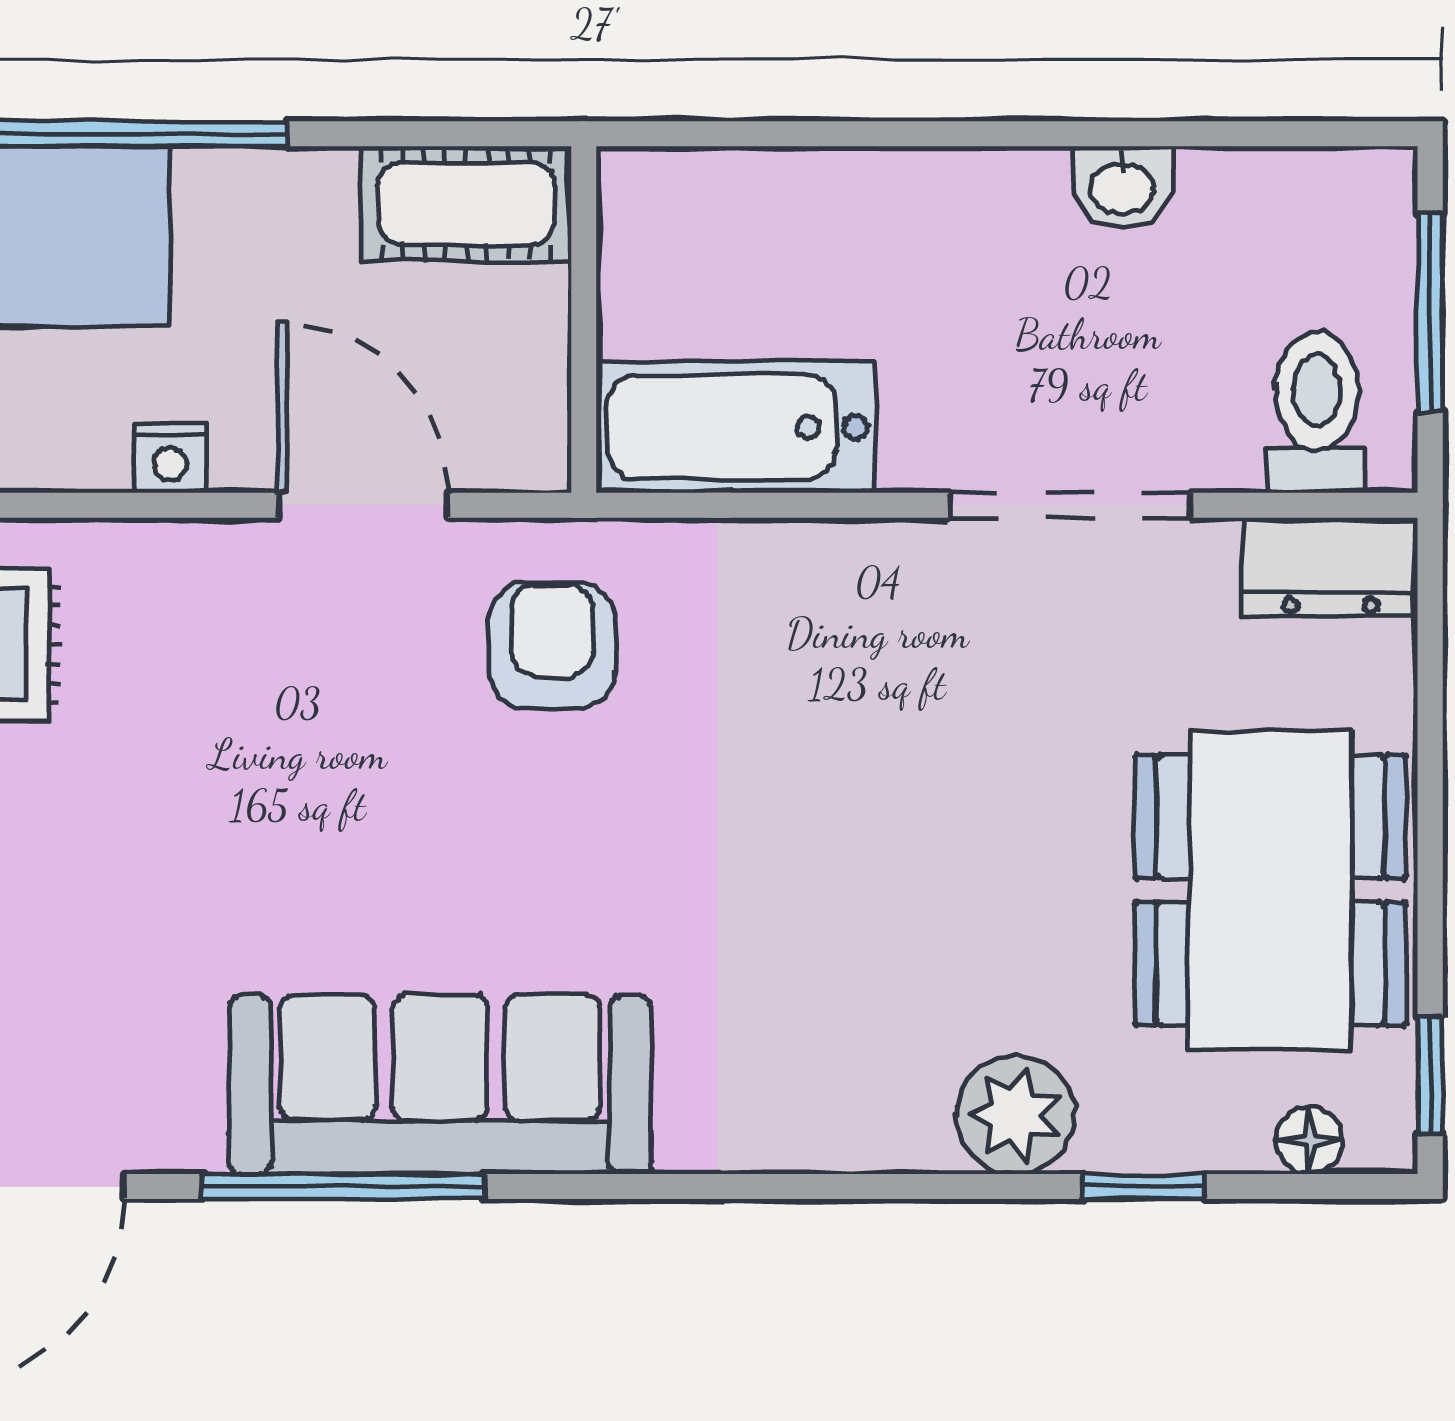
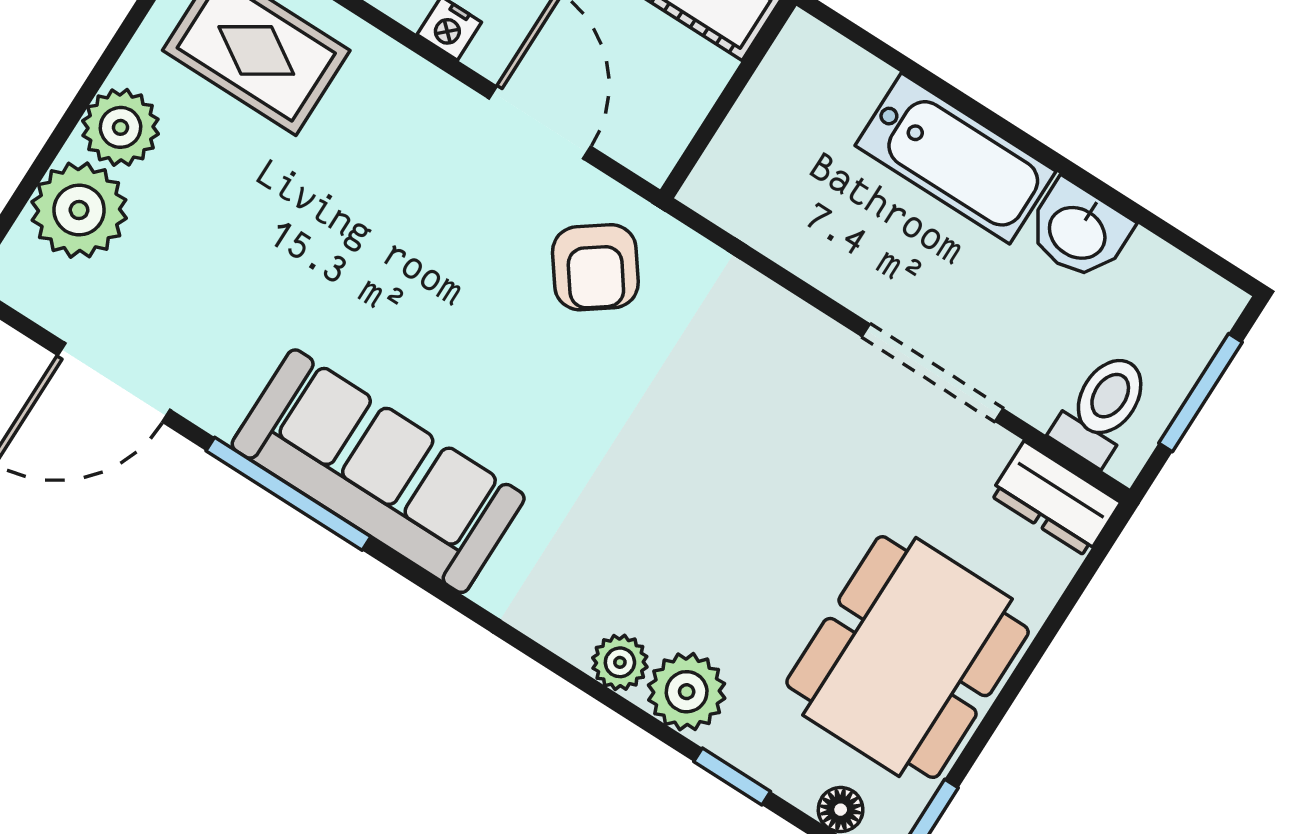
washbasin: (1122, 186) -> (1078, 231), width x1.38, depth x1.45
bathtub: (736, 427) -> (956, 158), moved, turned 180
armchair: (552, 645) -> (595, 267), turned 144
plant: (906, 1132) -> (620, 662), added

